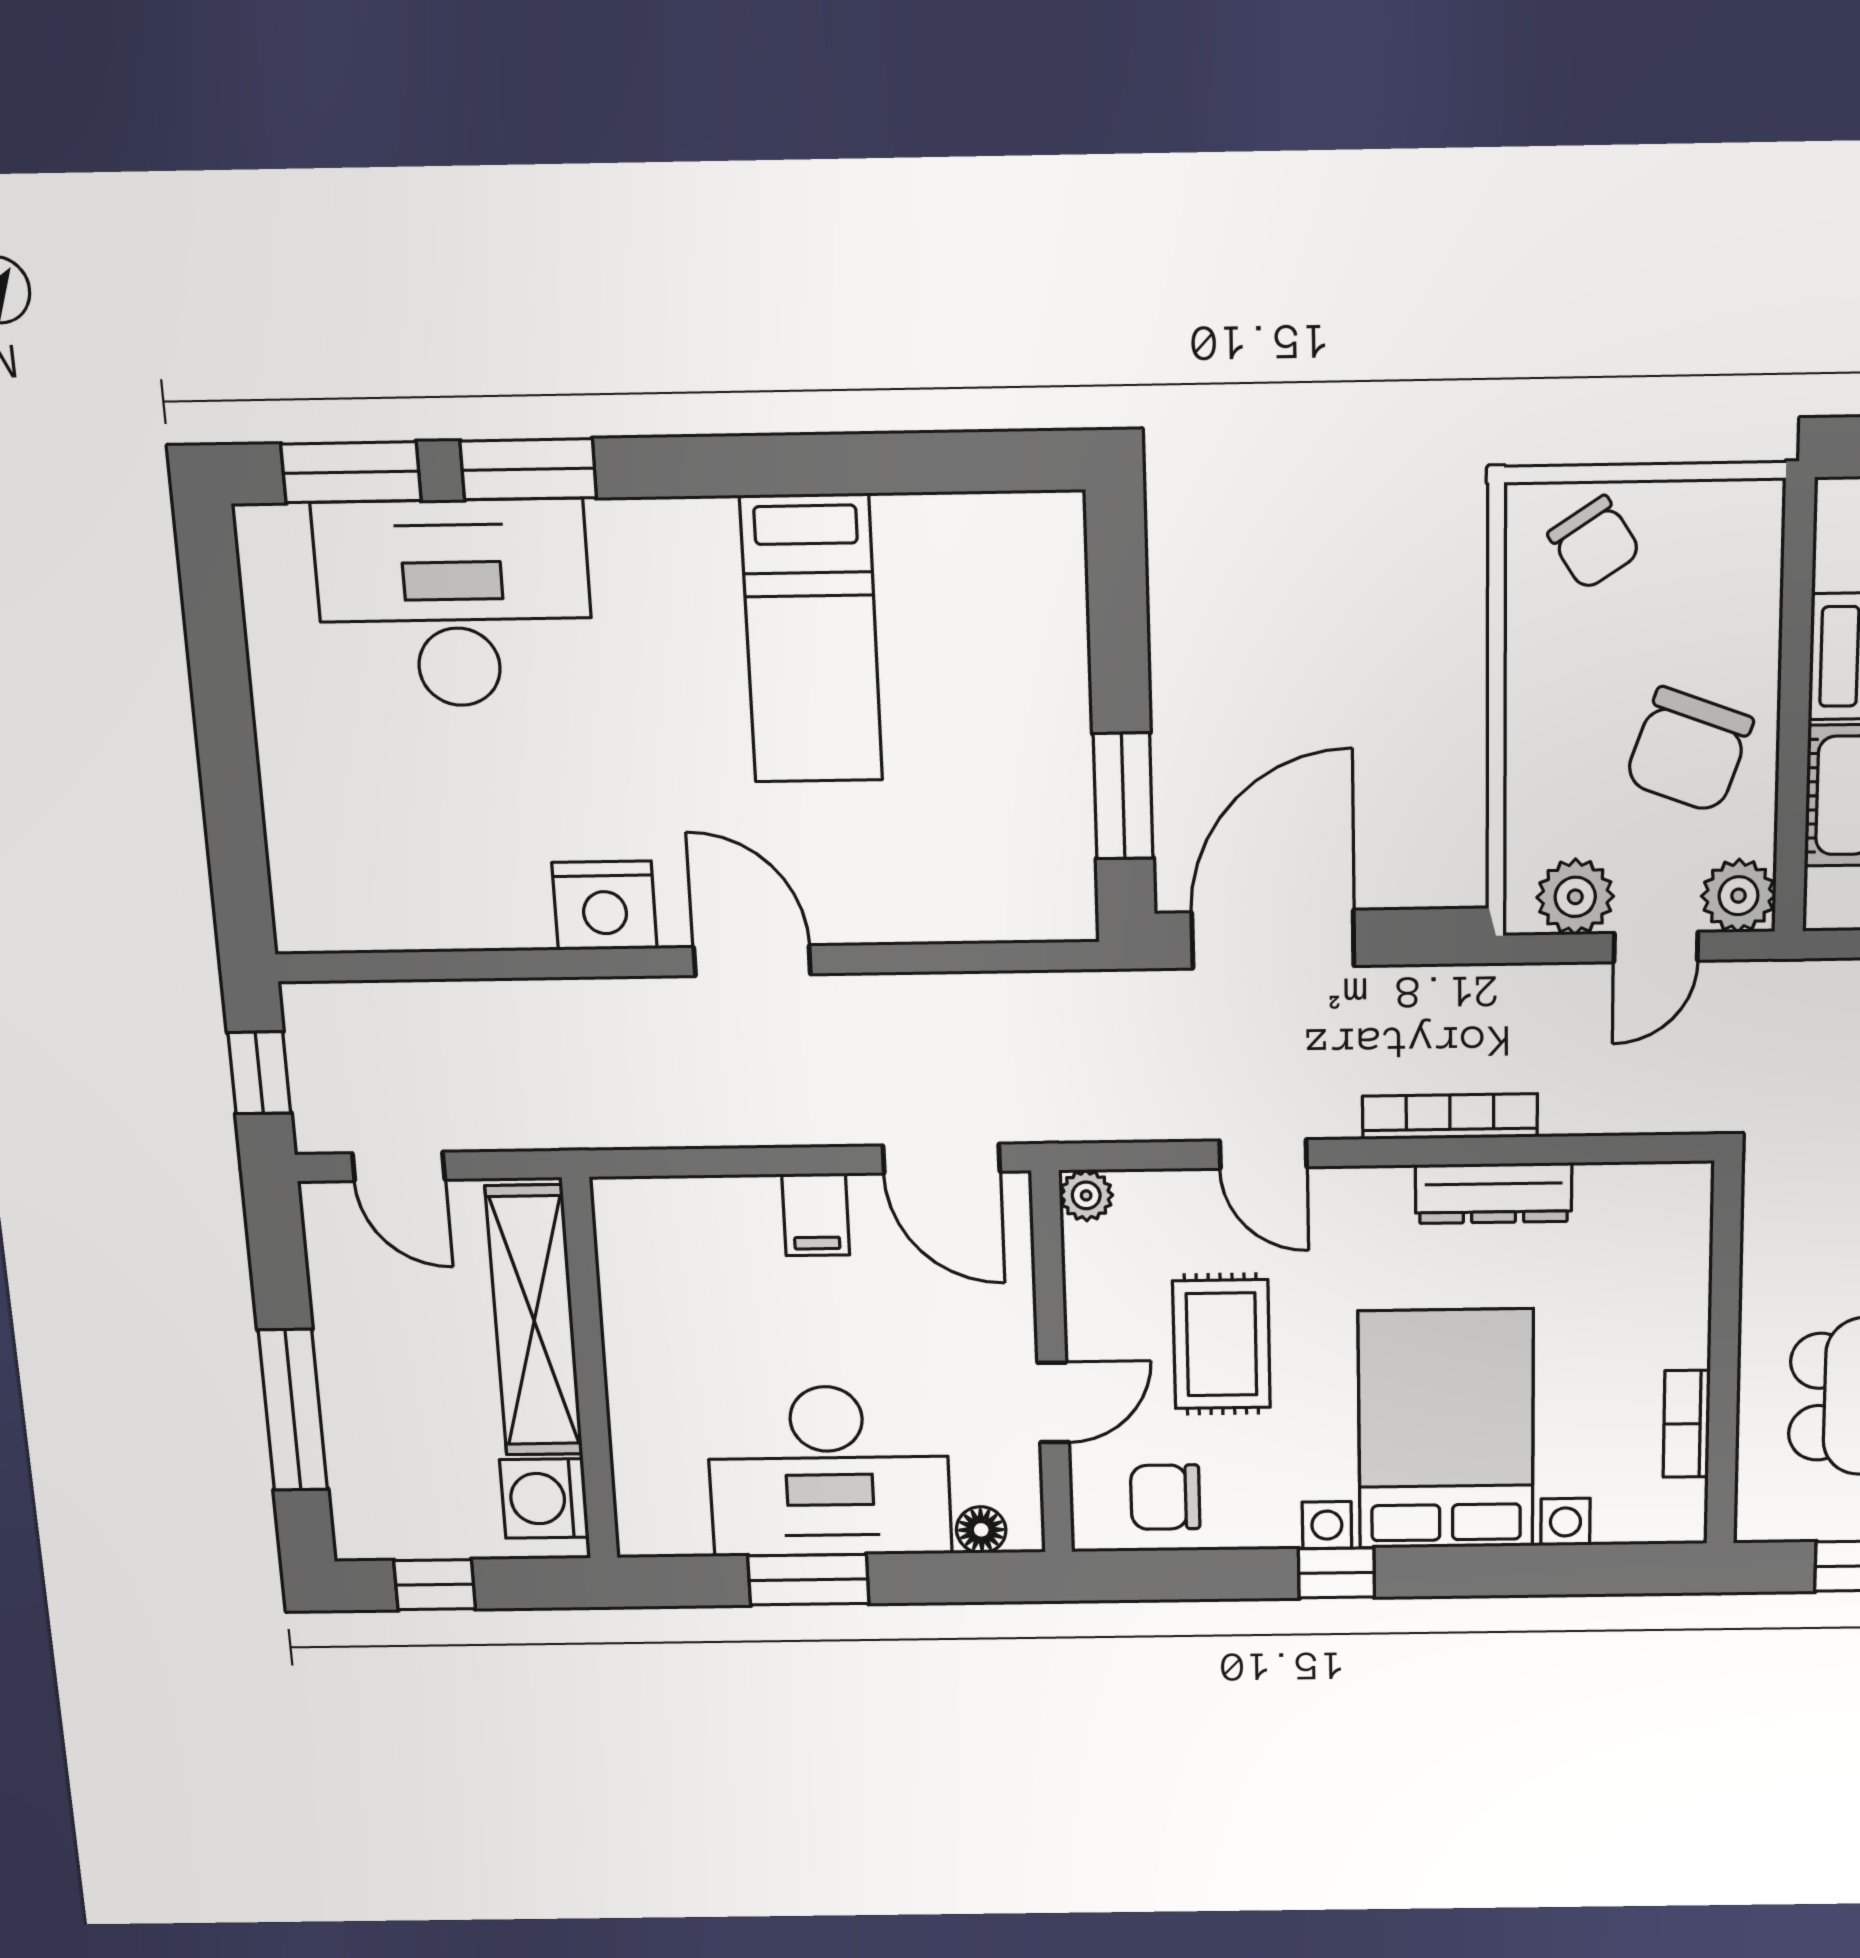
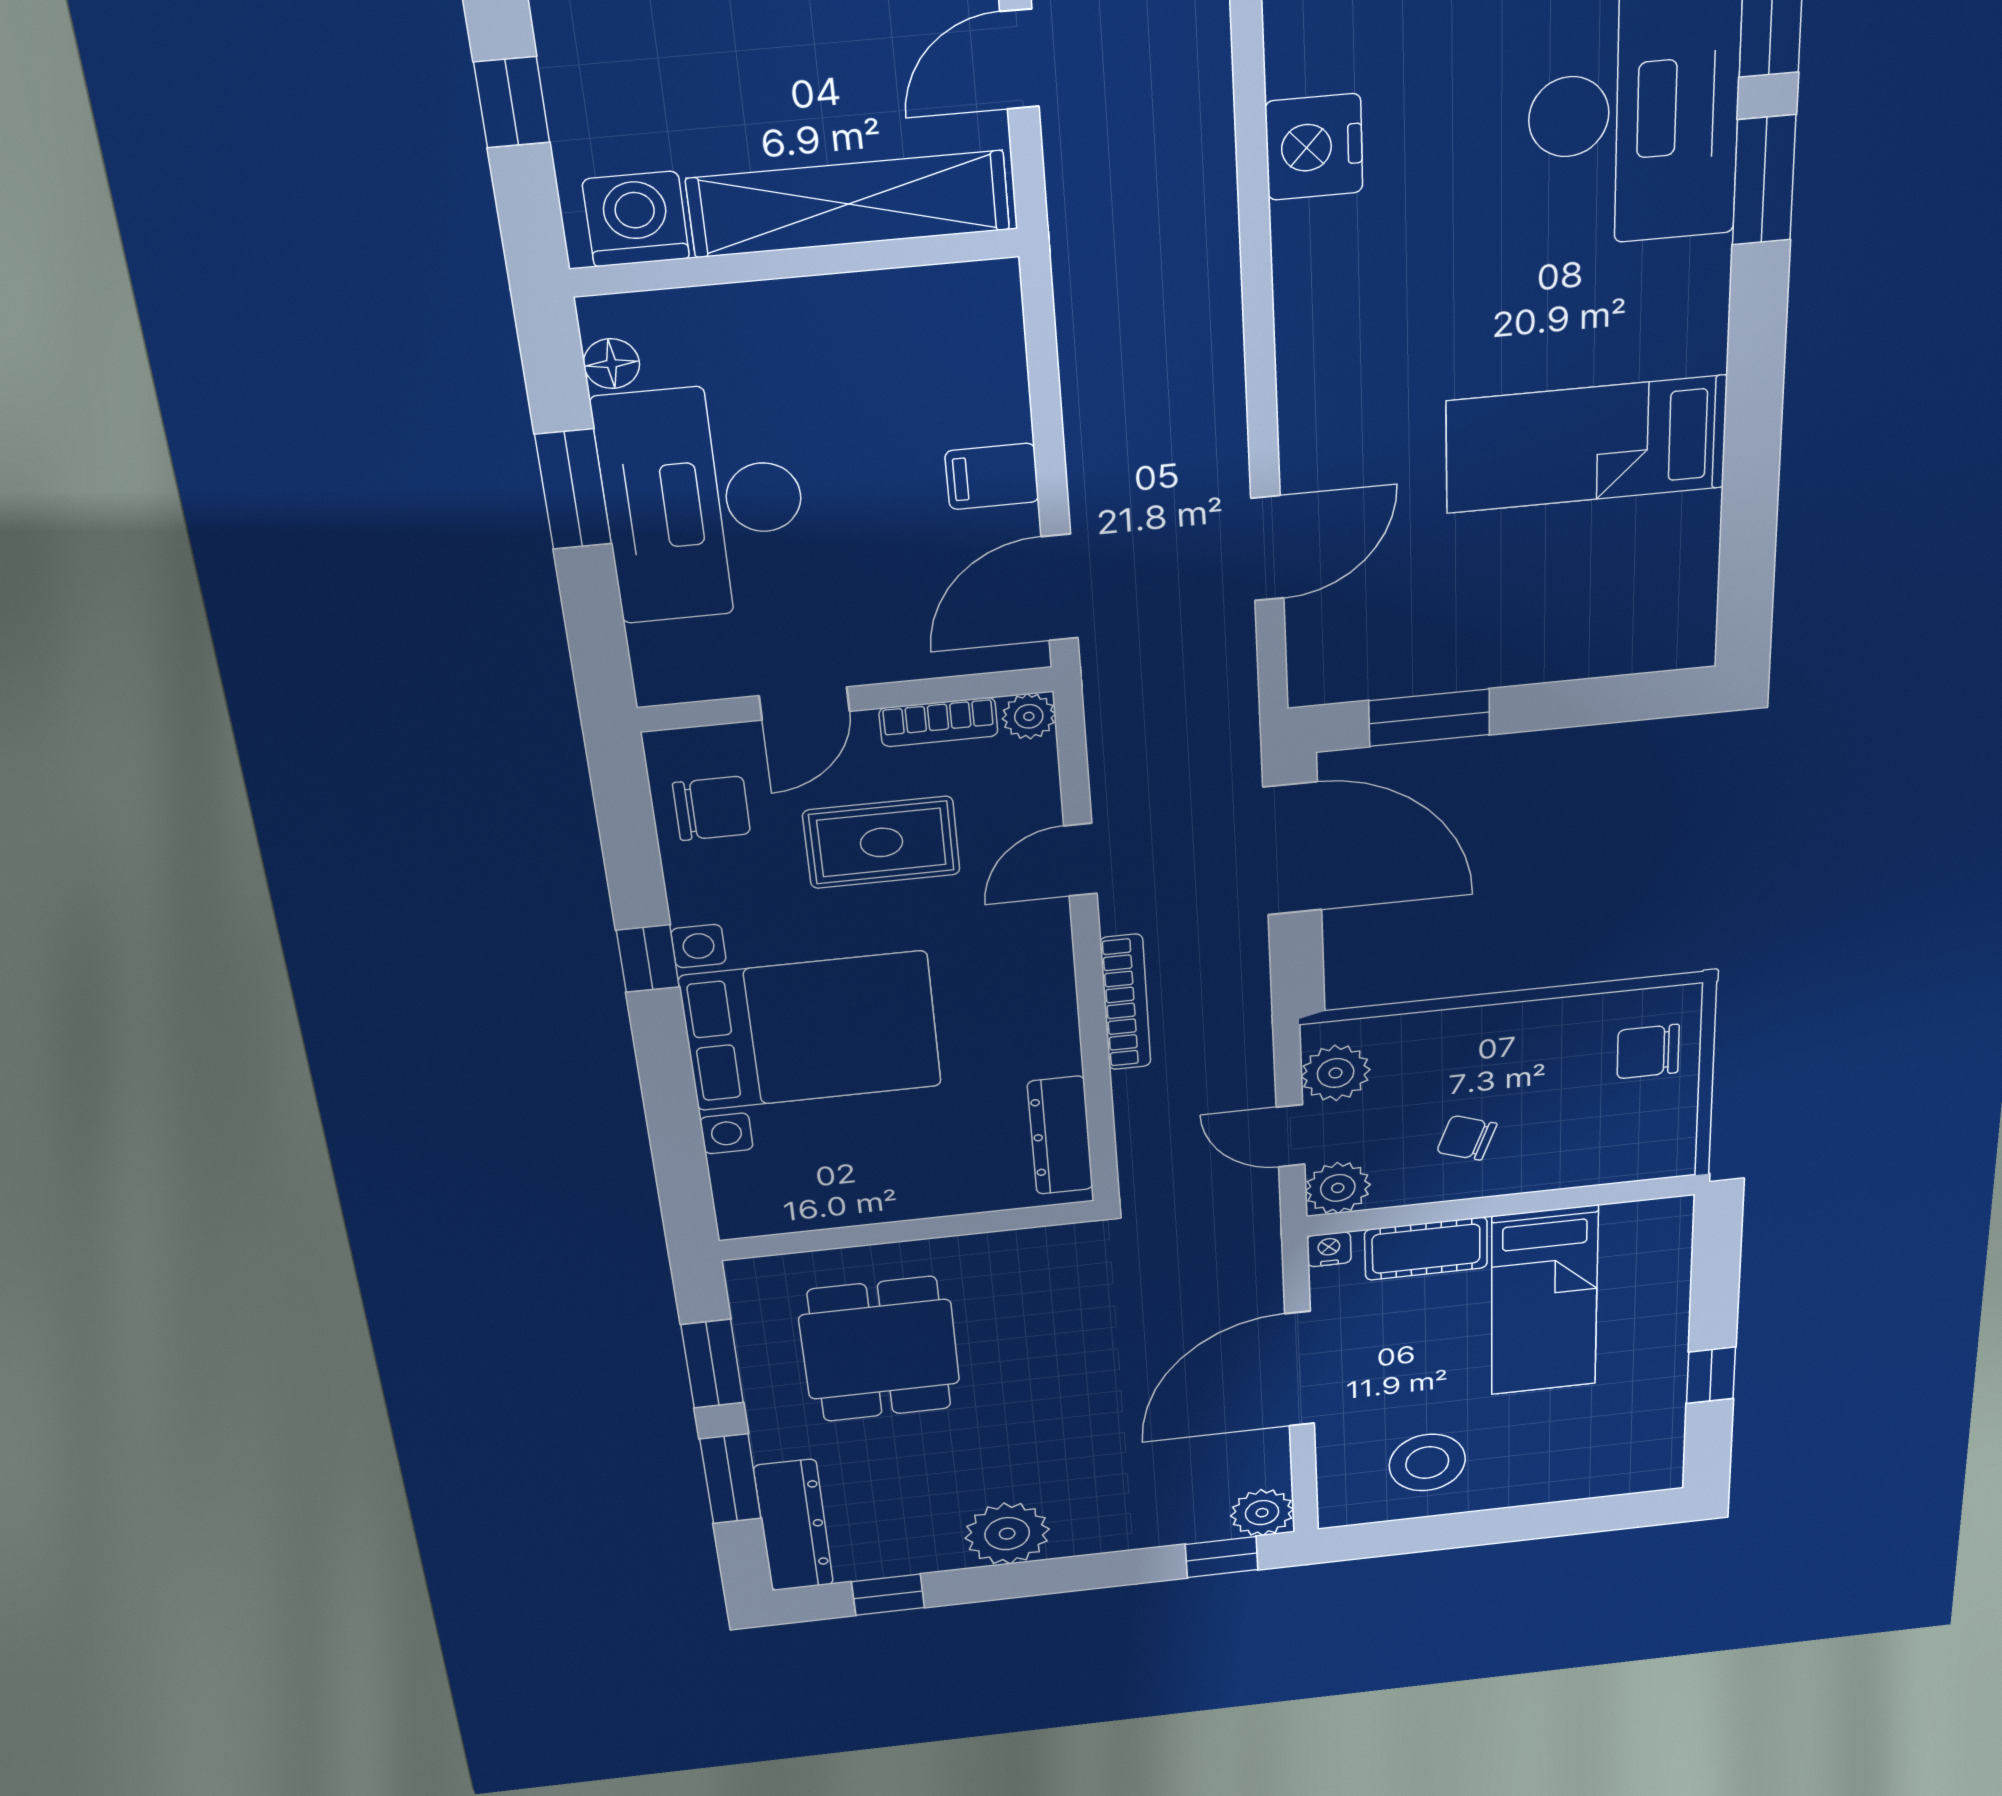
chair: (1594, 543) -> (1648, 1052), turned 33
chair: (1689, 750) -> (1467, 1138), width x0.54, depth x0.54
nightstand: (605, 906) -> (1314, 147), moved
nightstand: (1827, 906) -> (1329, 1249), added
door: (752, 961) -> (1267, 548), moved
dresser: (1494, 1193) -> (1060, 1135), moved
door: (1053, 1403) -> (804, 704), hinge flipped
bookcase: (1687, 1424) -> (939, 722), moved, turned 180
chair: (1165, 1497) -> (712, 808), turned 90
floor lamp: (981, 1530) -> (611, 364), moved

